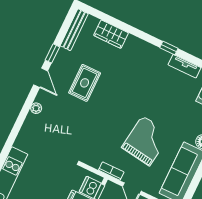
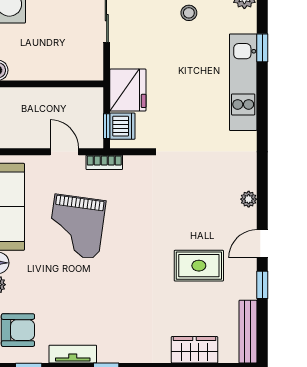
door: (41, 78) -> (262, 244), hinge flipped
rug: (85, 83) -> (199, 266), turned 90

